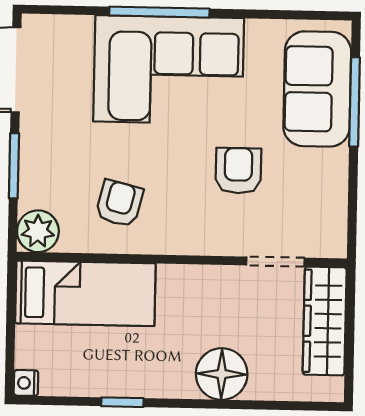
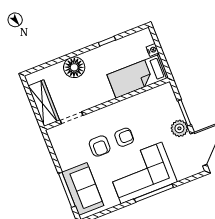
armchair: (119, 203) -> (124, 137), moved, turned -104
plant: (38, 231) -> (179, 128), moved
nightstand: (26, 383) -> (153, 50), moved

